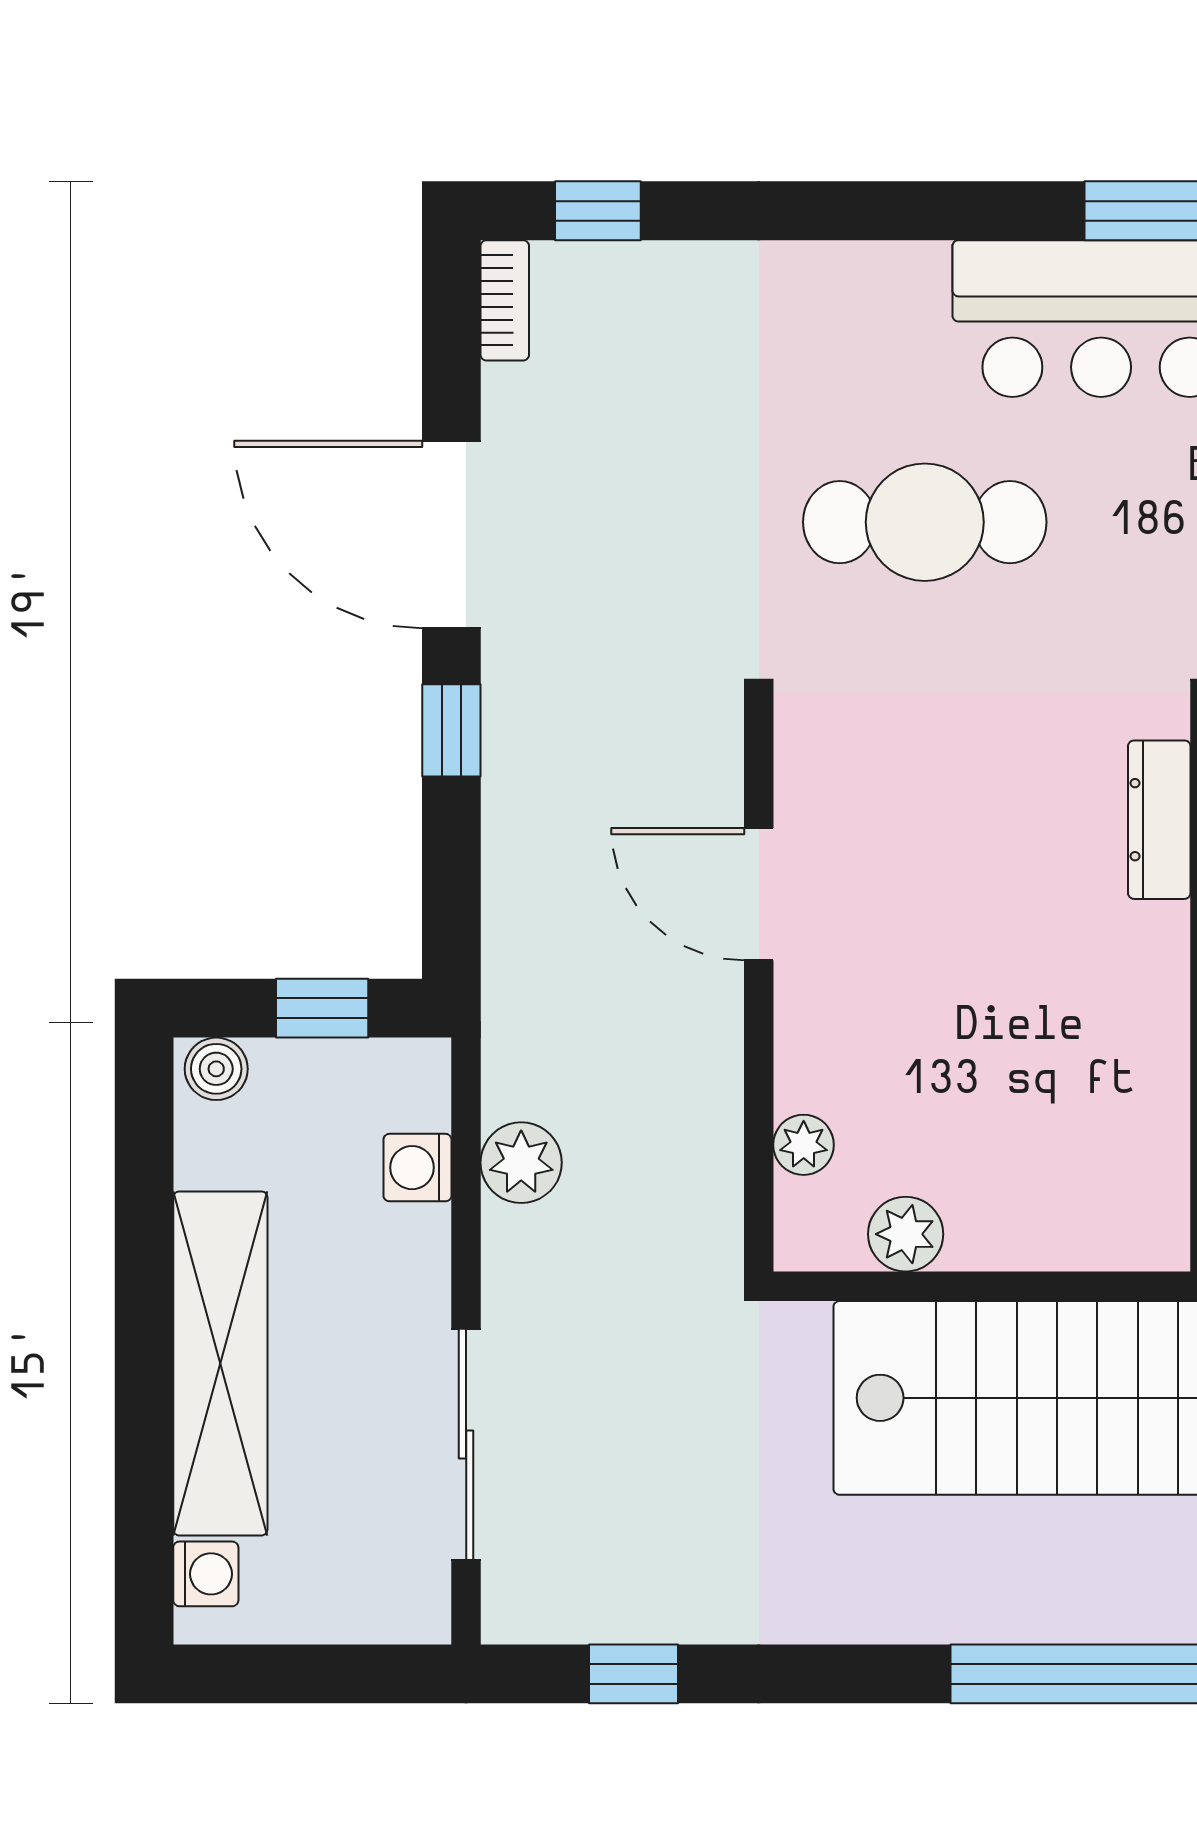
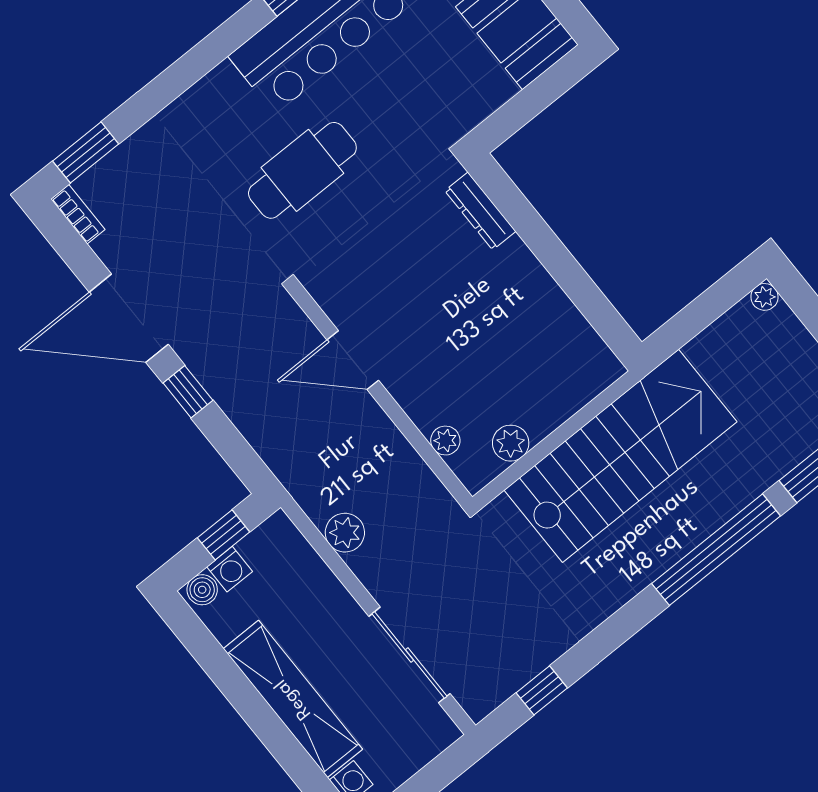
window: (598, 211) -> (86, 152), width x1.50
washing machine: (417, 1168) -> (230, 569), moved, turned -90

